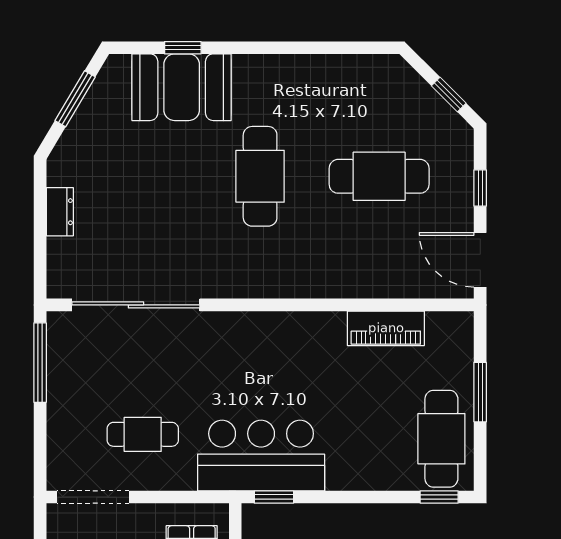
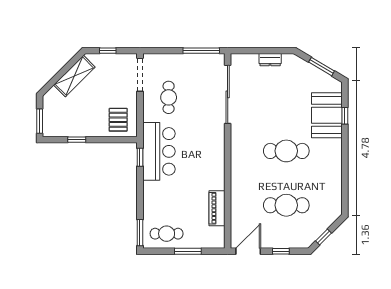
cafe table: (379, 176) -> (286, 205), turned 90
cafe table: (441, 439) -> (167, 234), width x0.73, depth x0.74
window: (439, 497) -> (140, 233), width x1.50

